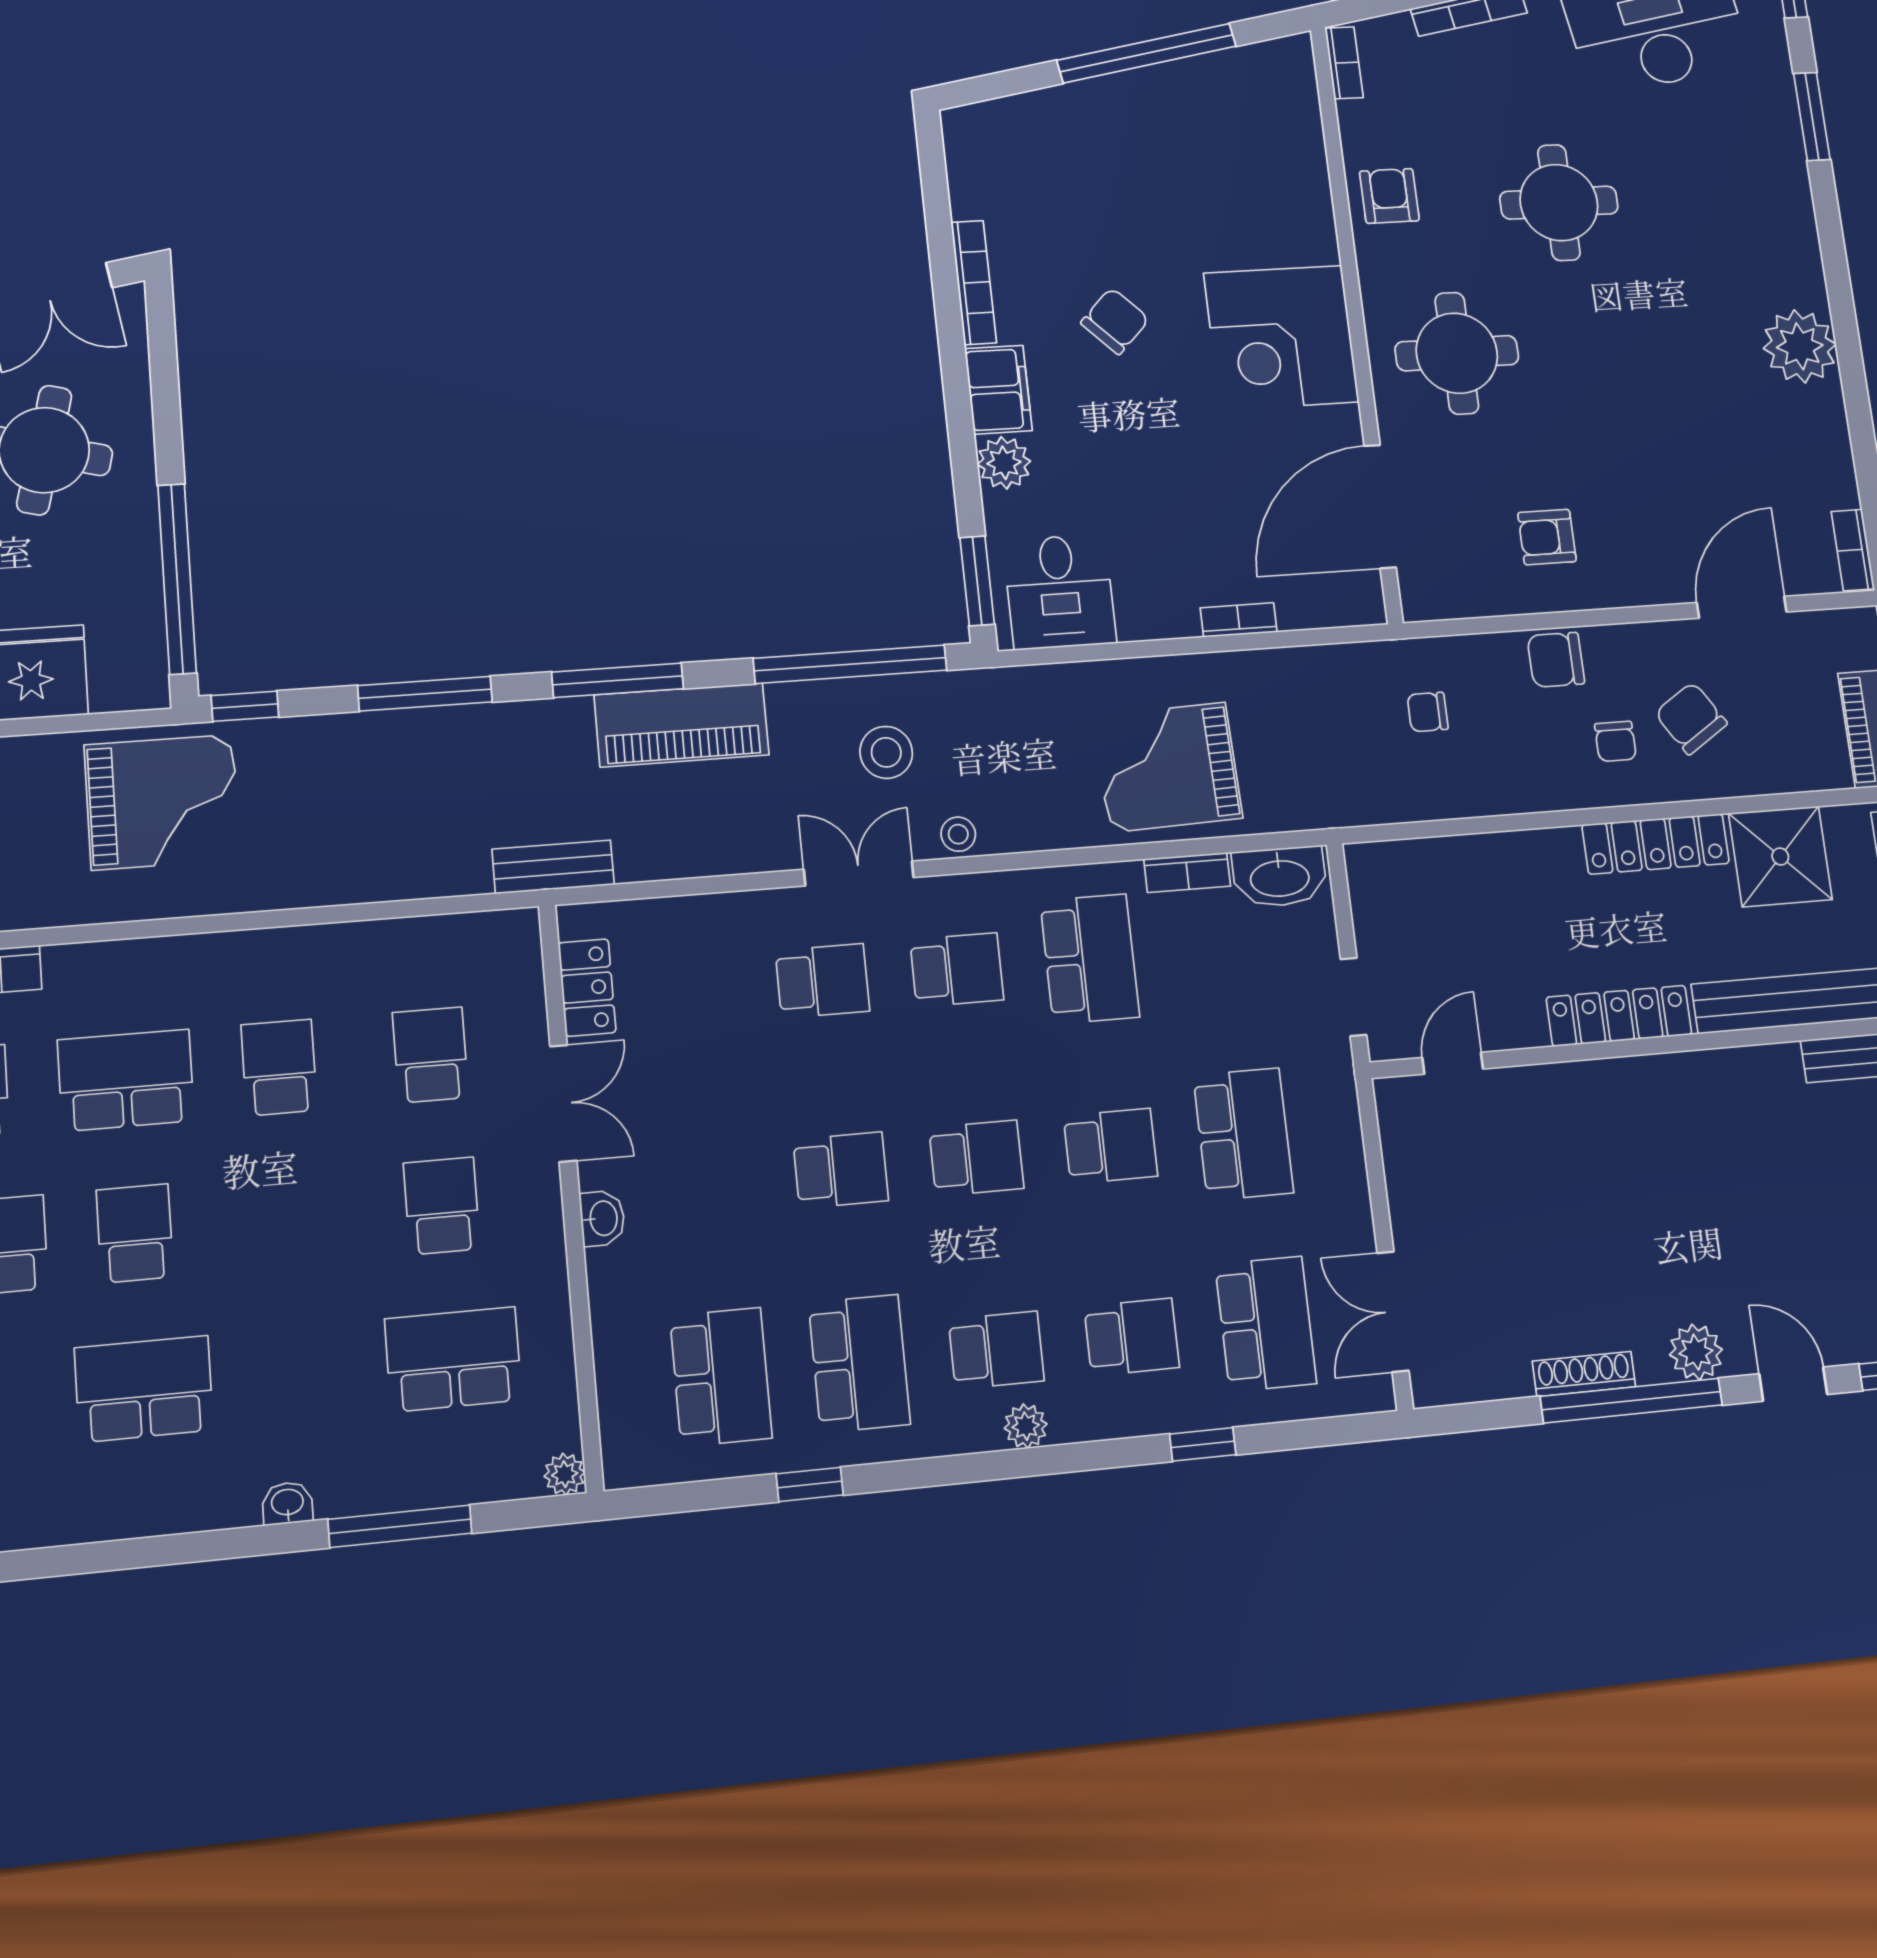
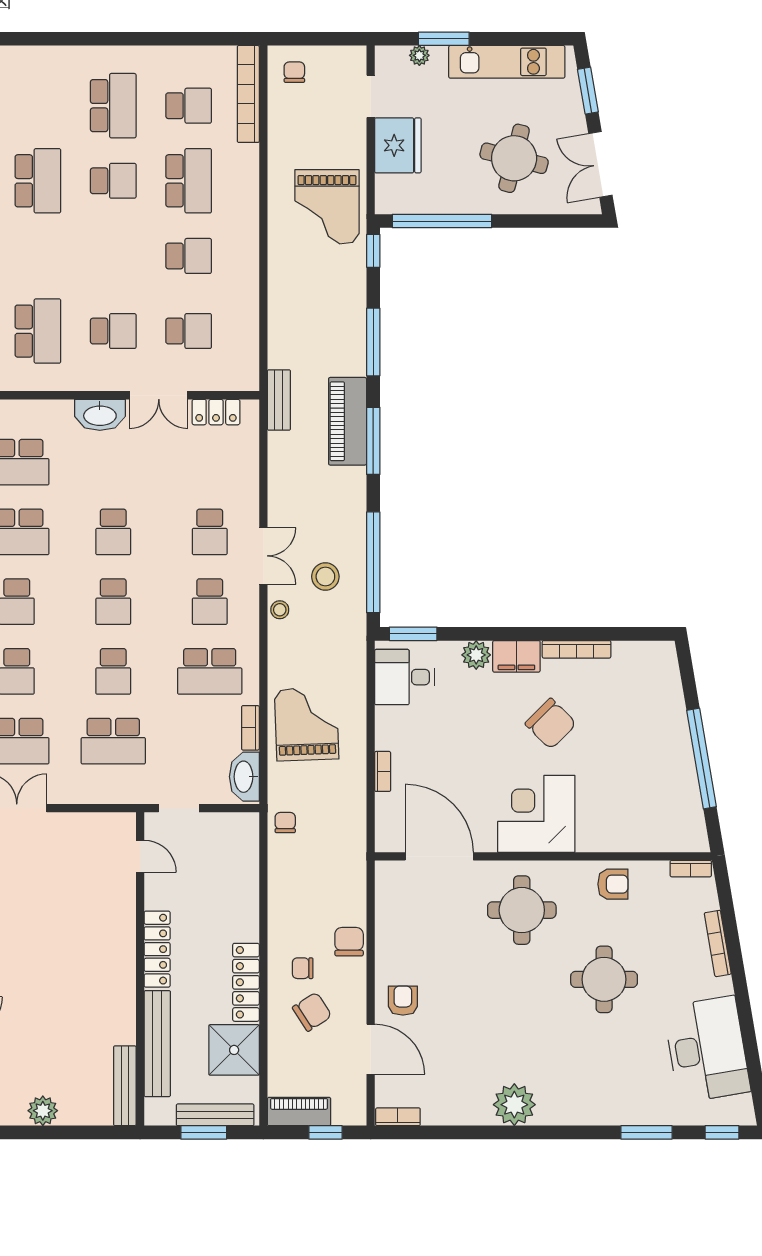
chair: (1115, 321) -> (551, 724), width x1.37, depth x1.37
armchair: (1547, 537) -> (403, 1001), moved
chair: (1428, 712) -> (285, 823), moved
piano: (682, 725) -> (348, 421), moved
washbasin: (602, 1218) -> (100, 415), width x1.91, depth x1.45

